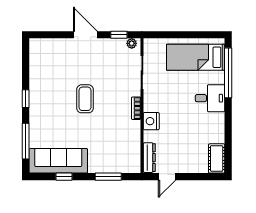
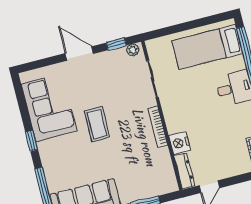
corner sofa: (48, 74) -> (49, 107), added
bookcase: (136, 108) -> (158, 127), width x1.56
nightstand: (151, 121) -> (180, 143), moved

